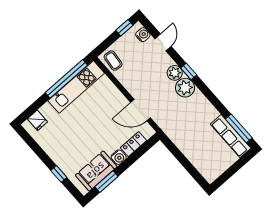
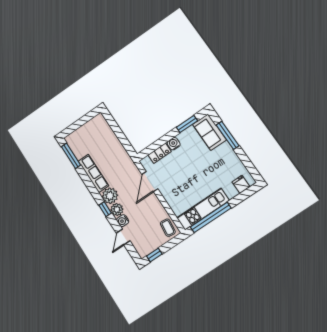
water cooler: (143, 35) -> (123, 221), moved
door: (141, 110) -> (150, 182), swing flipped
row of seats: (231, 136) -> (93, 173), moved
sofa: (96, 171) -> (209, 132), moved, turned 90
window: (59, 174) -> (228, 135), width x2.17

